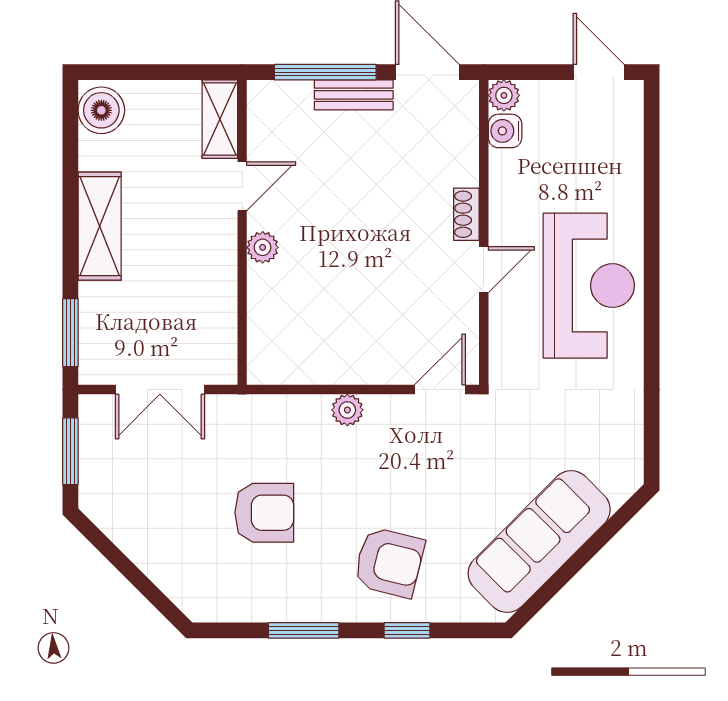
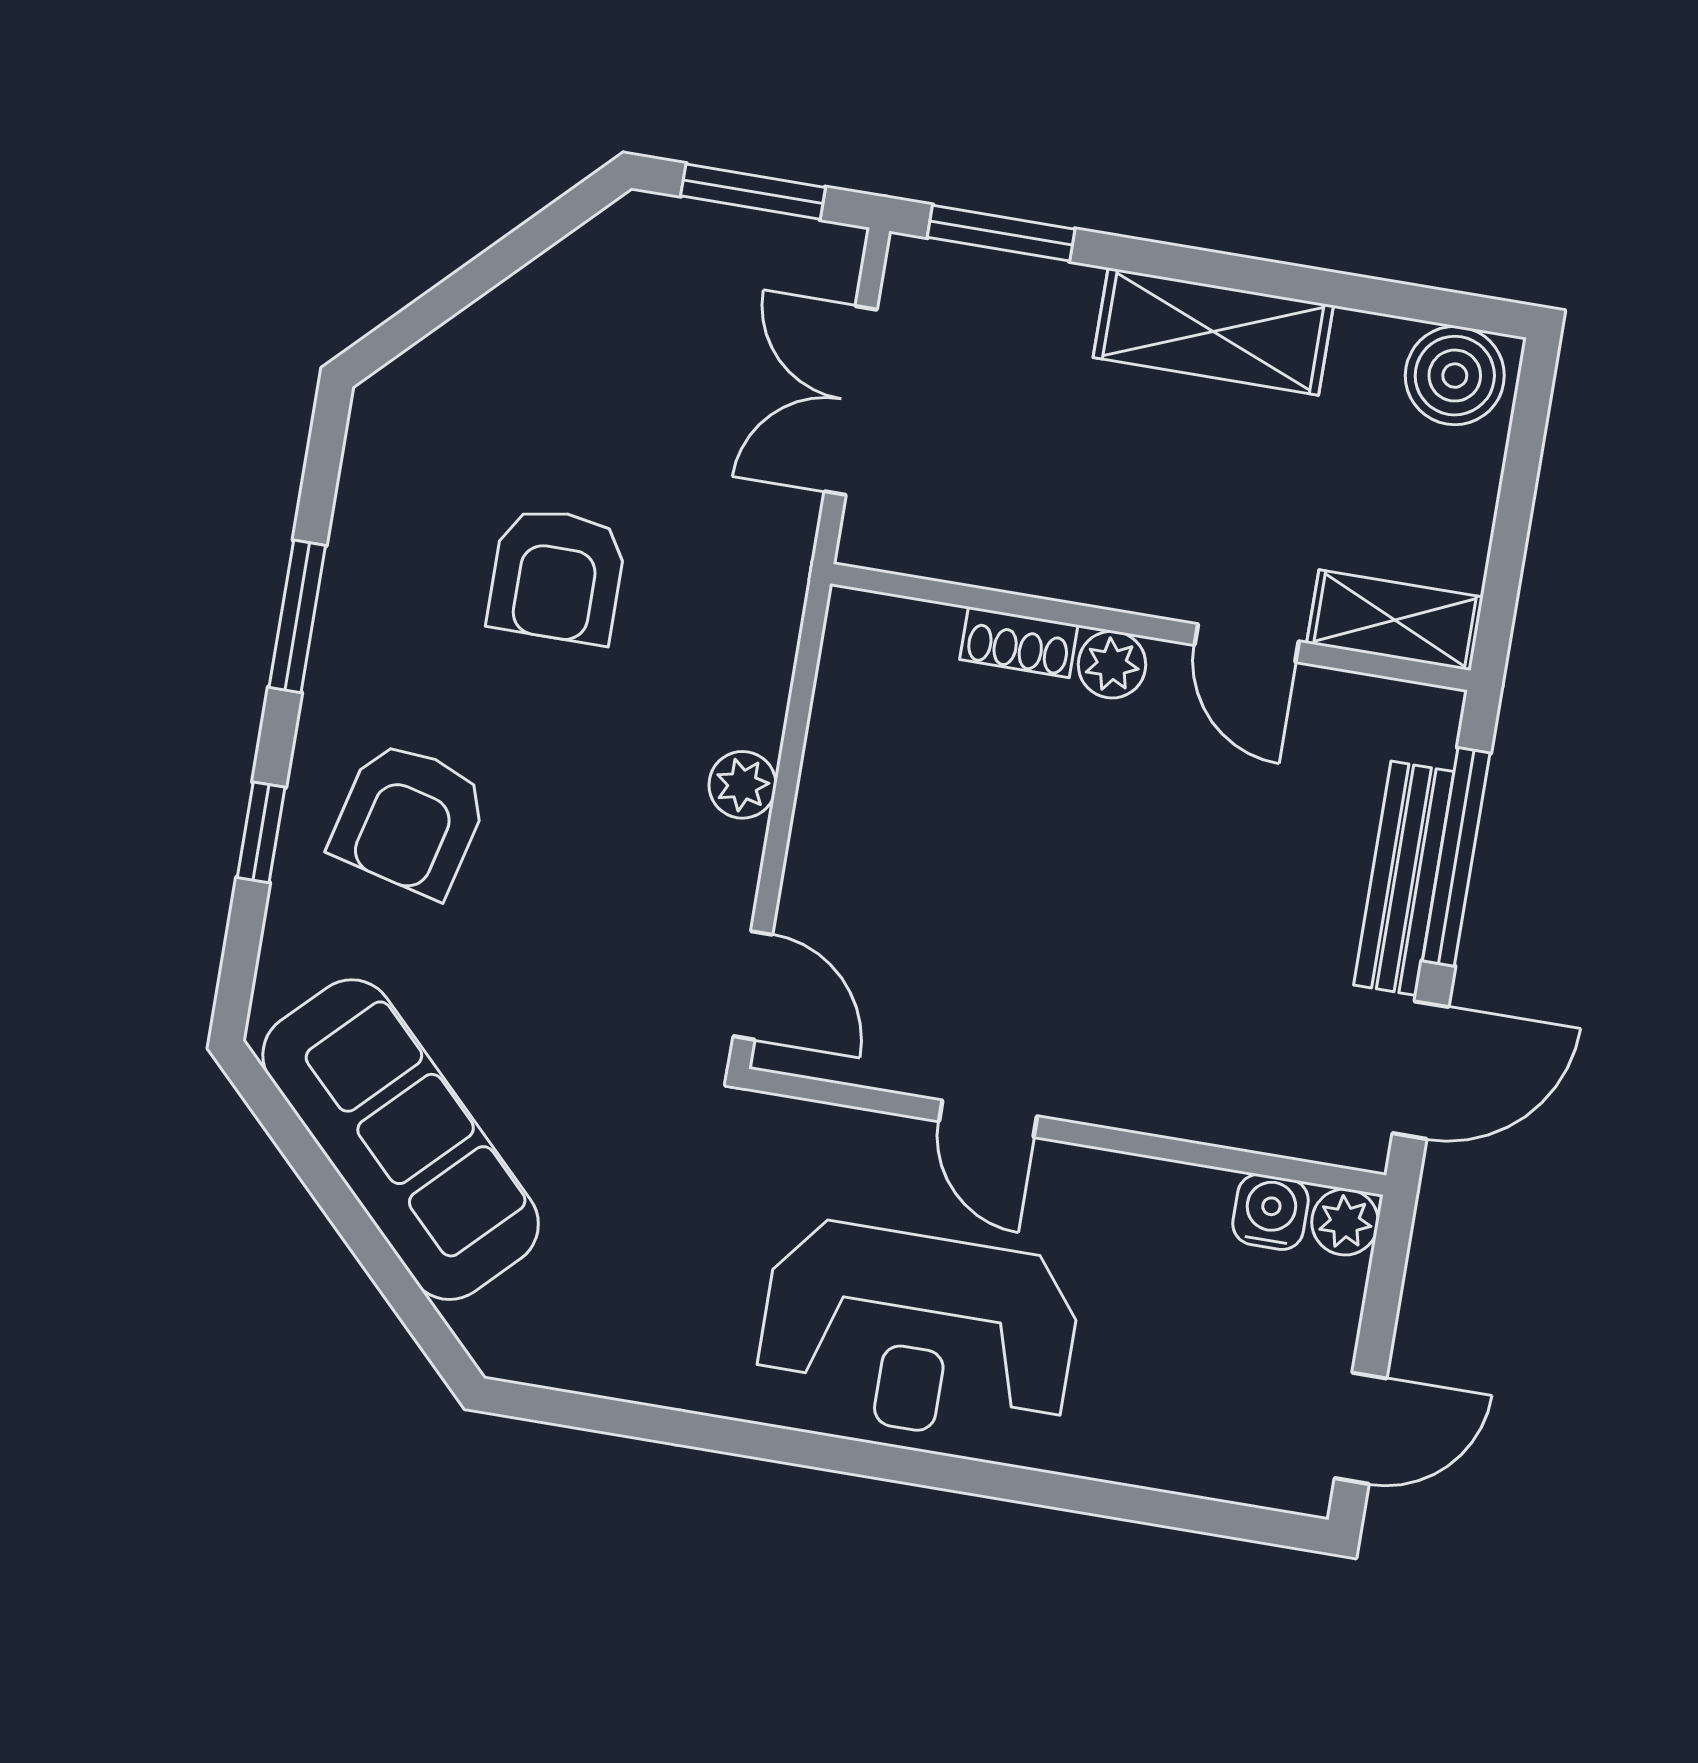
bench: (354, 95) -> (1404, 878), width x1.36
shoe rack: (466, 214) -> (1019, 642), moved, turned 180

